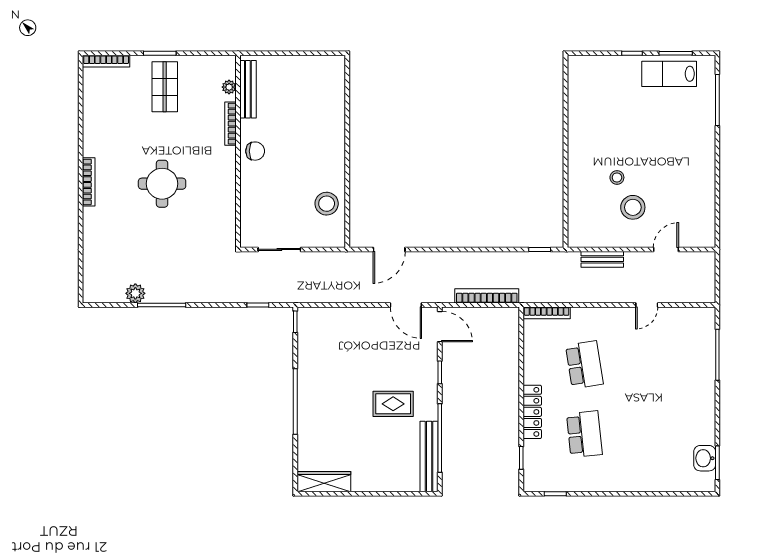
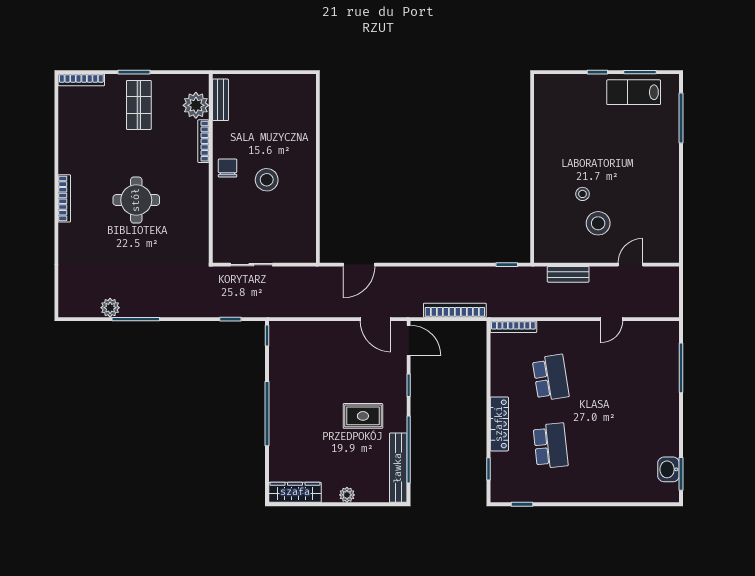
plant: (229, 87) -> (196, 105), width x1.88, depth x1.88
bench: (248, 89) -> (220, 100), width x0.73
chair: (255, 151) -> (228, 168), turned -90
stool: (327, 204) -> (267, 180), moved
plant: (377, 484) -> (347, 495), added

